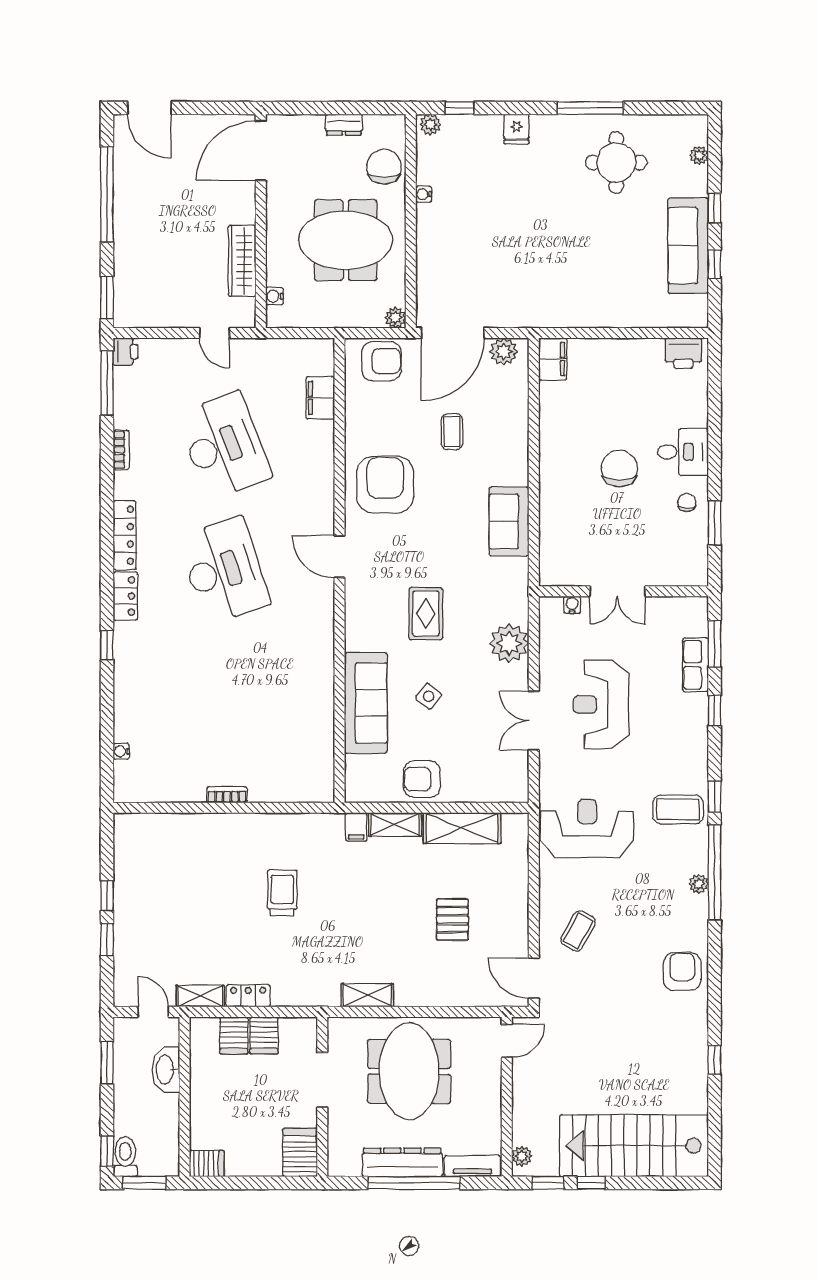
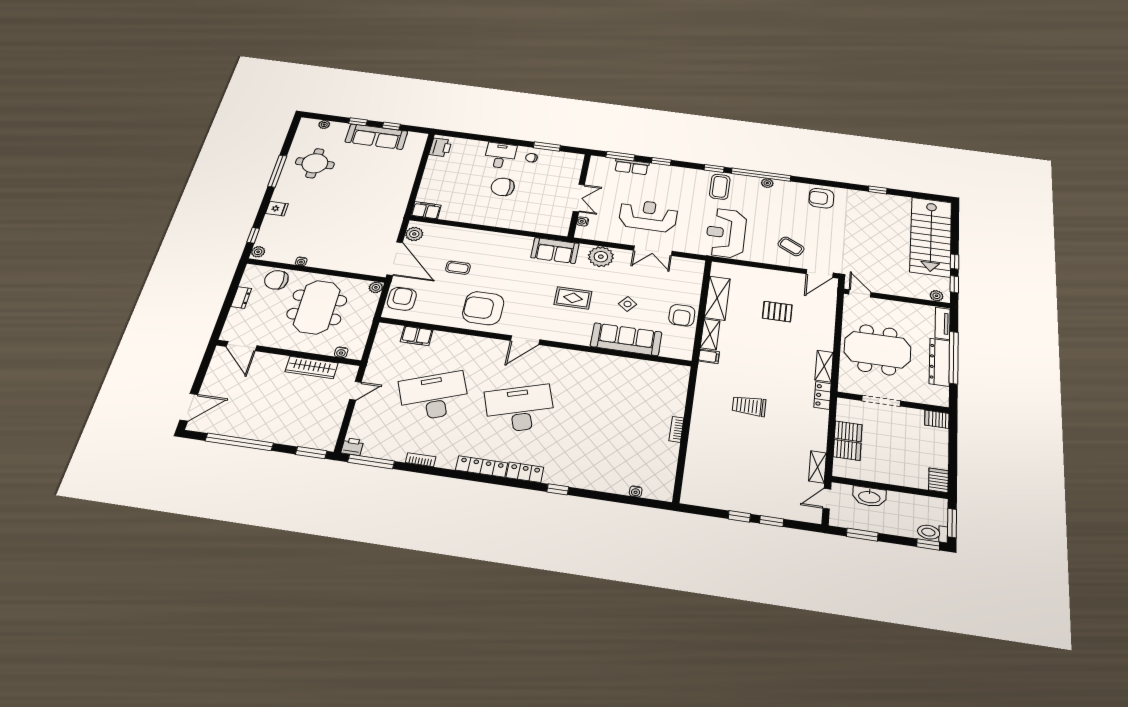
door: (261, 151) -> (242, 346), width x0.73
sofa: (509, 522) -> (555, 251), moved
reception desk: (601, 704) -> (648, 216), turned 180
locker: (248, 996) -> (822, 395), moved
server rack: (300, 1152) -> (937, 419), width x0.73, depth x0.70

